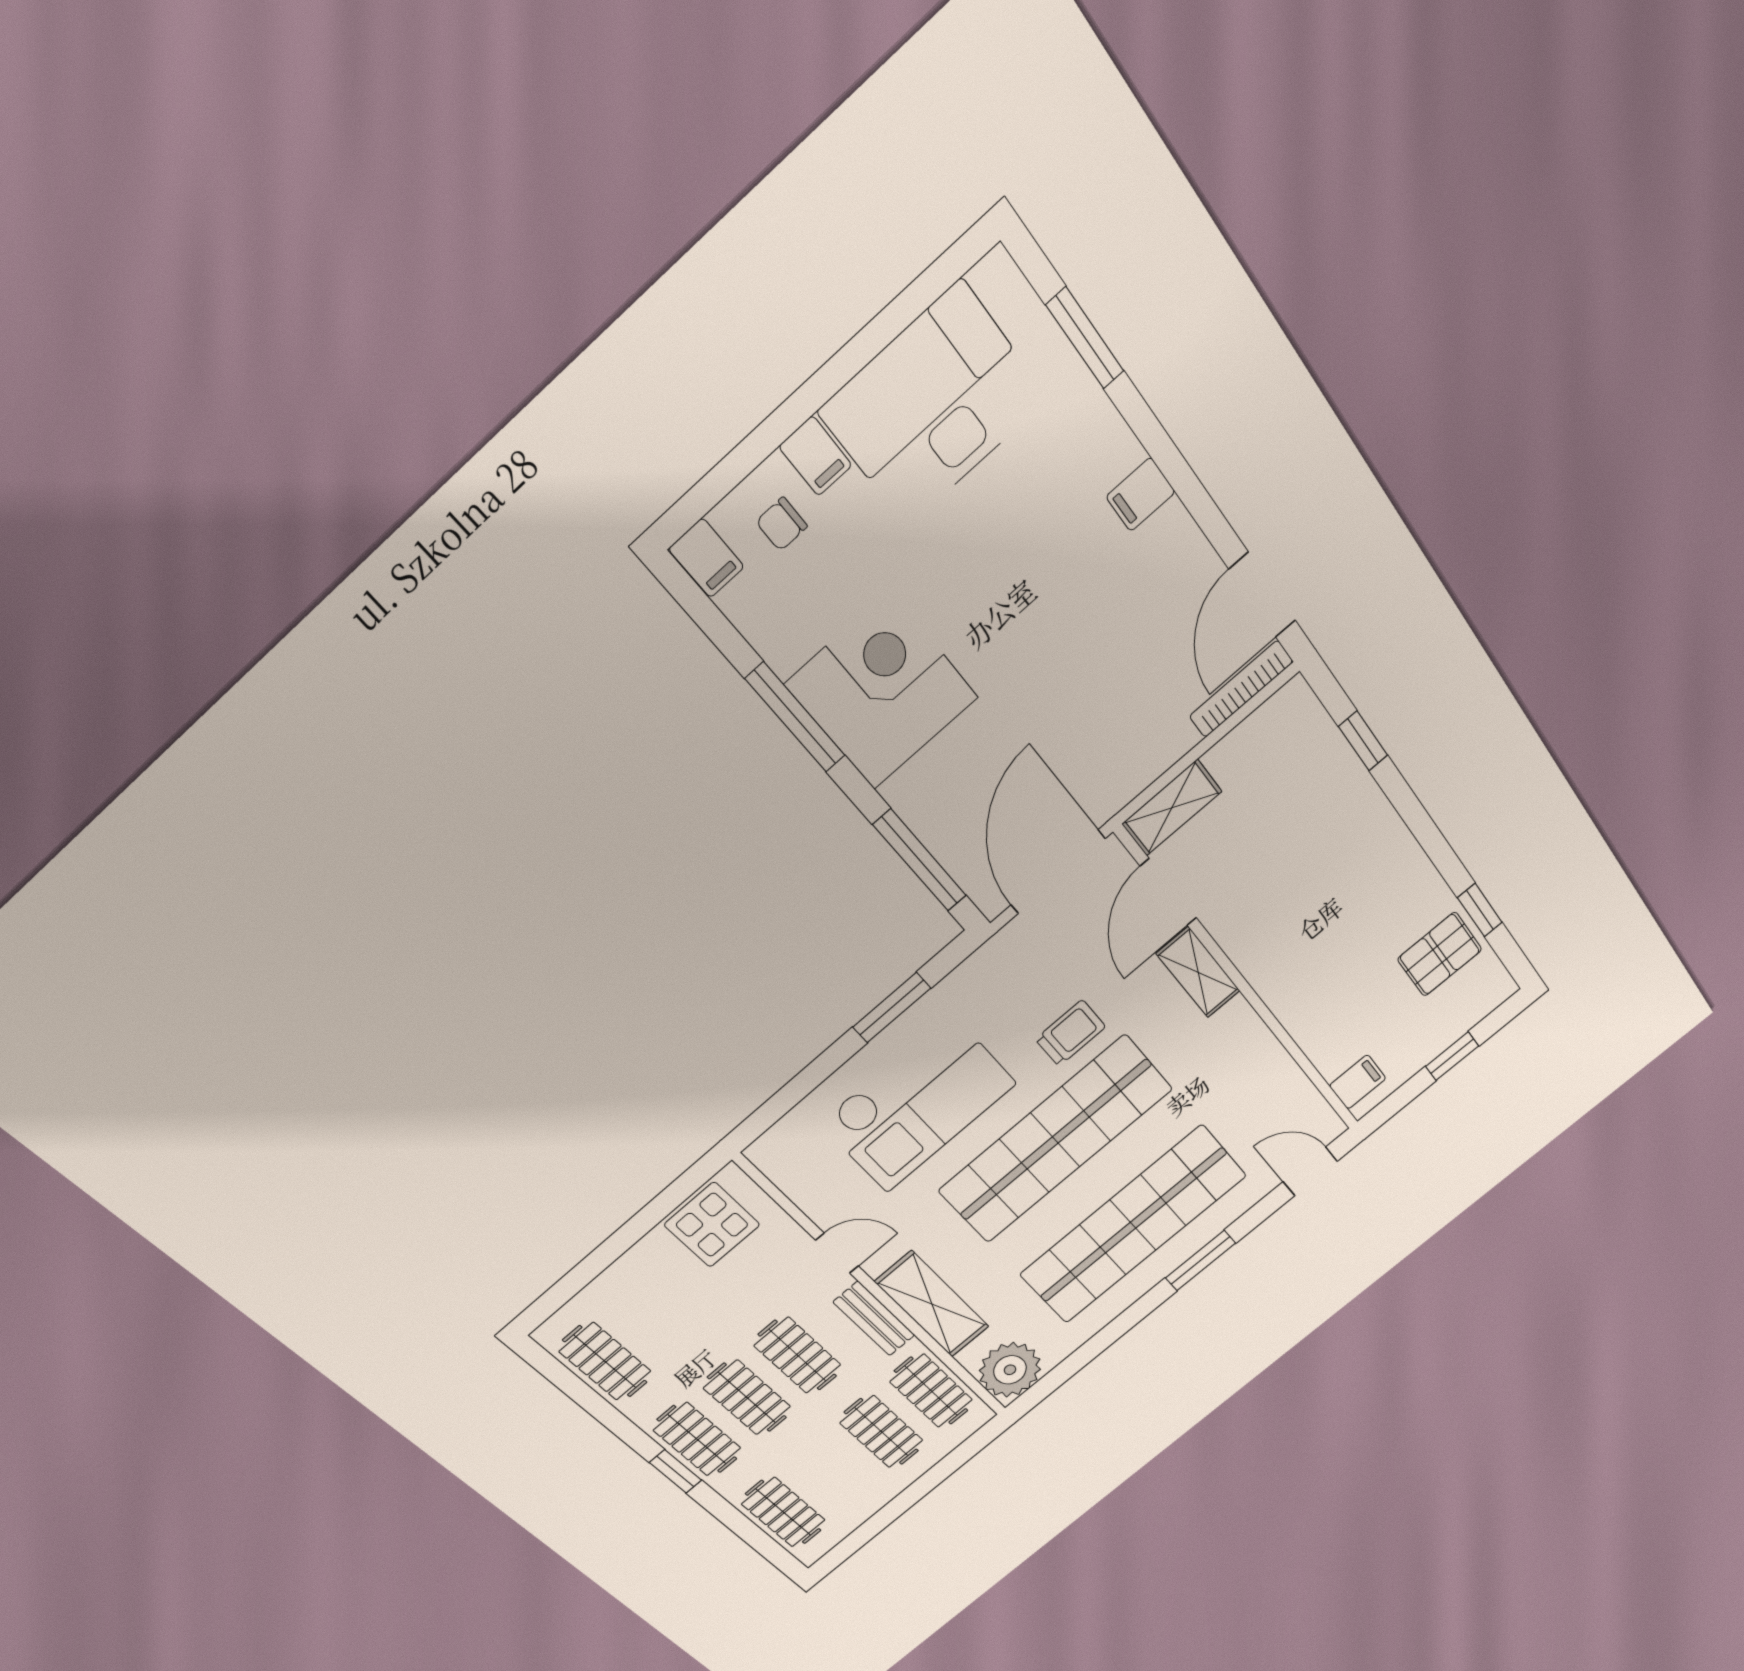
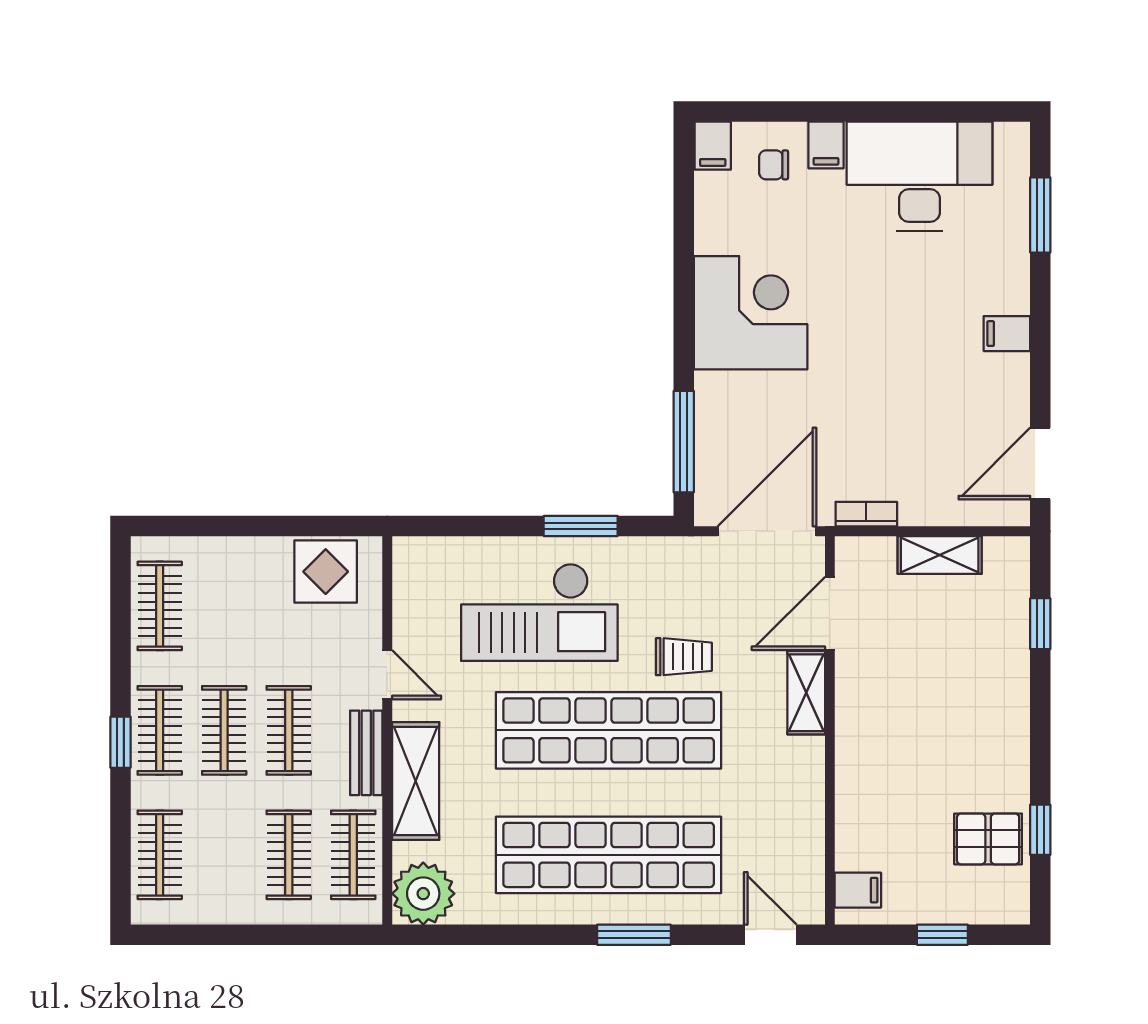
bookcase: (1241, 689) -> (866, 514), moved, width x0.64
window: (795, 717) -> (684, 282), removed
shelving: (1172, 808) -> (940, 555), moved

